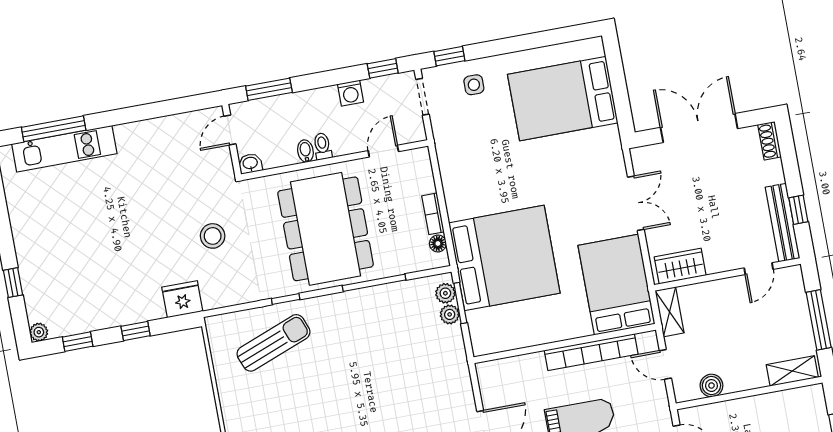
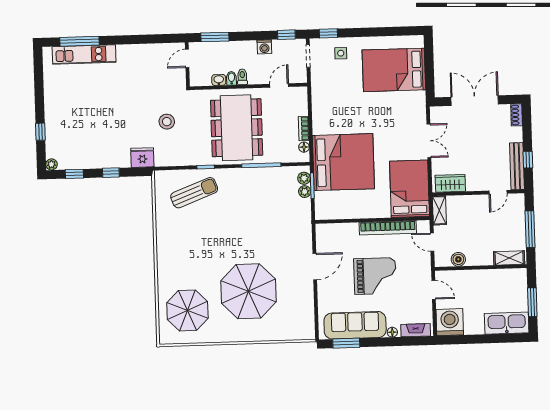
washbasin: (250, 163) -> (219, 80), moved

